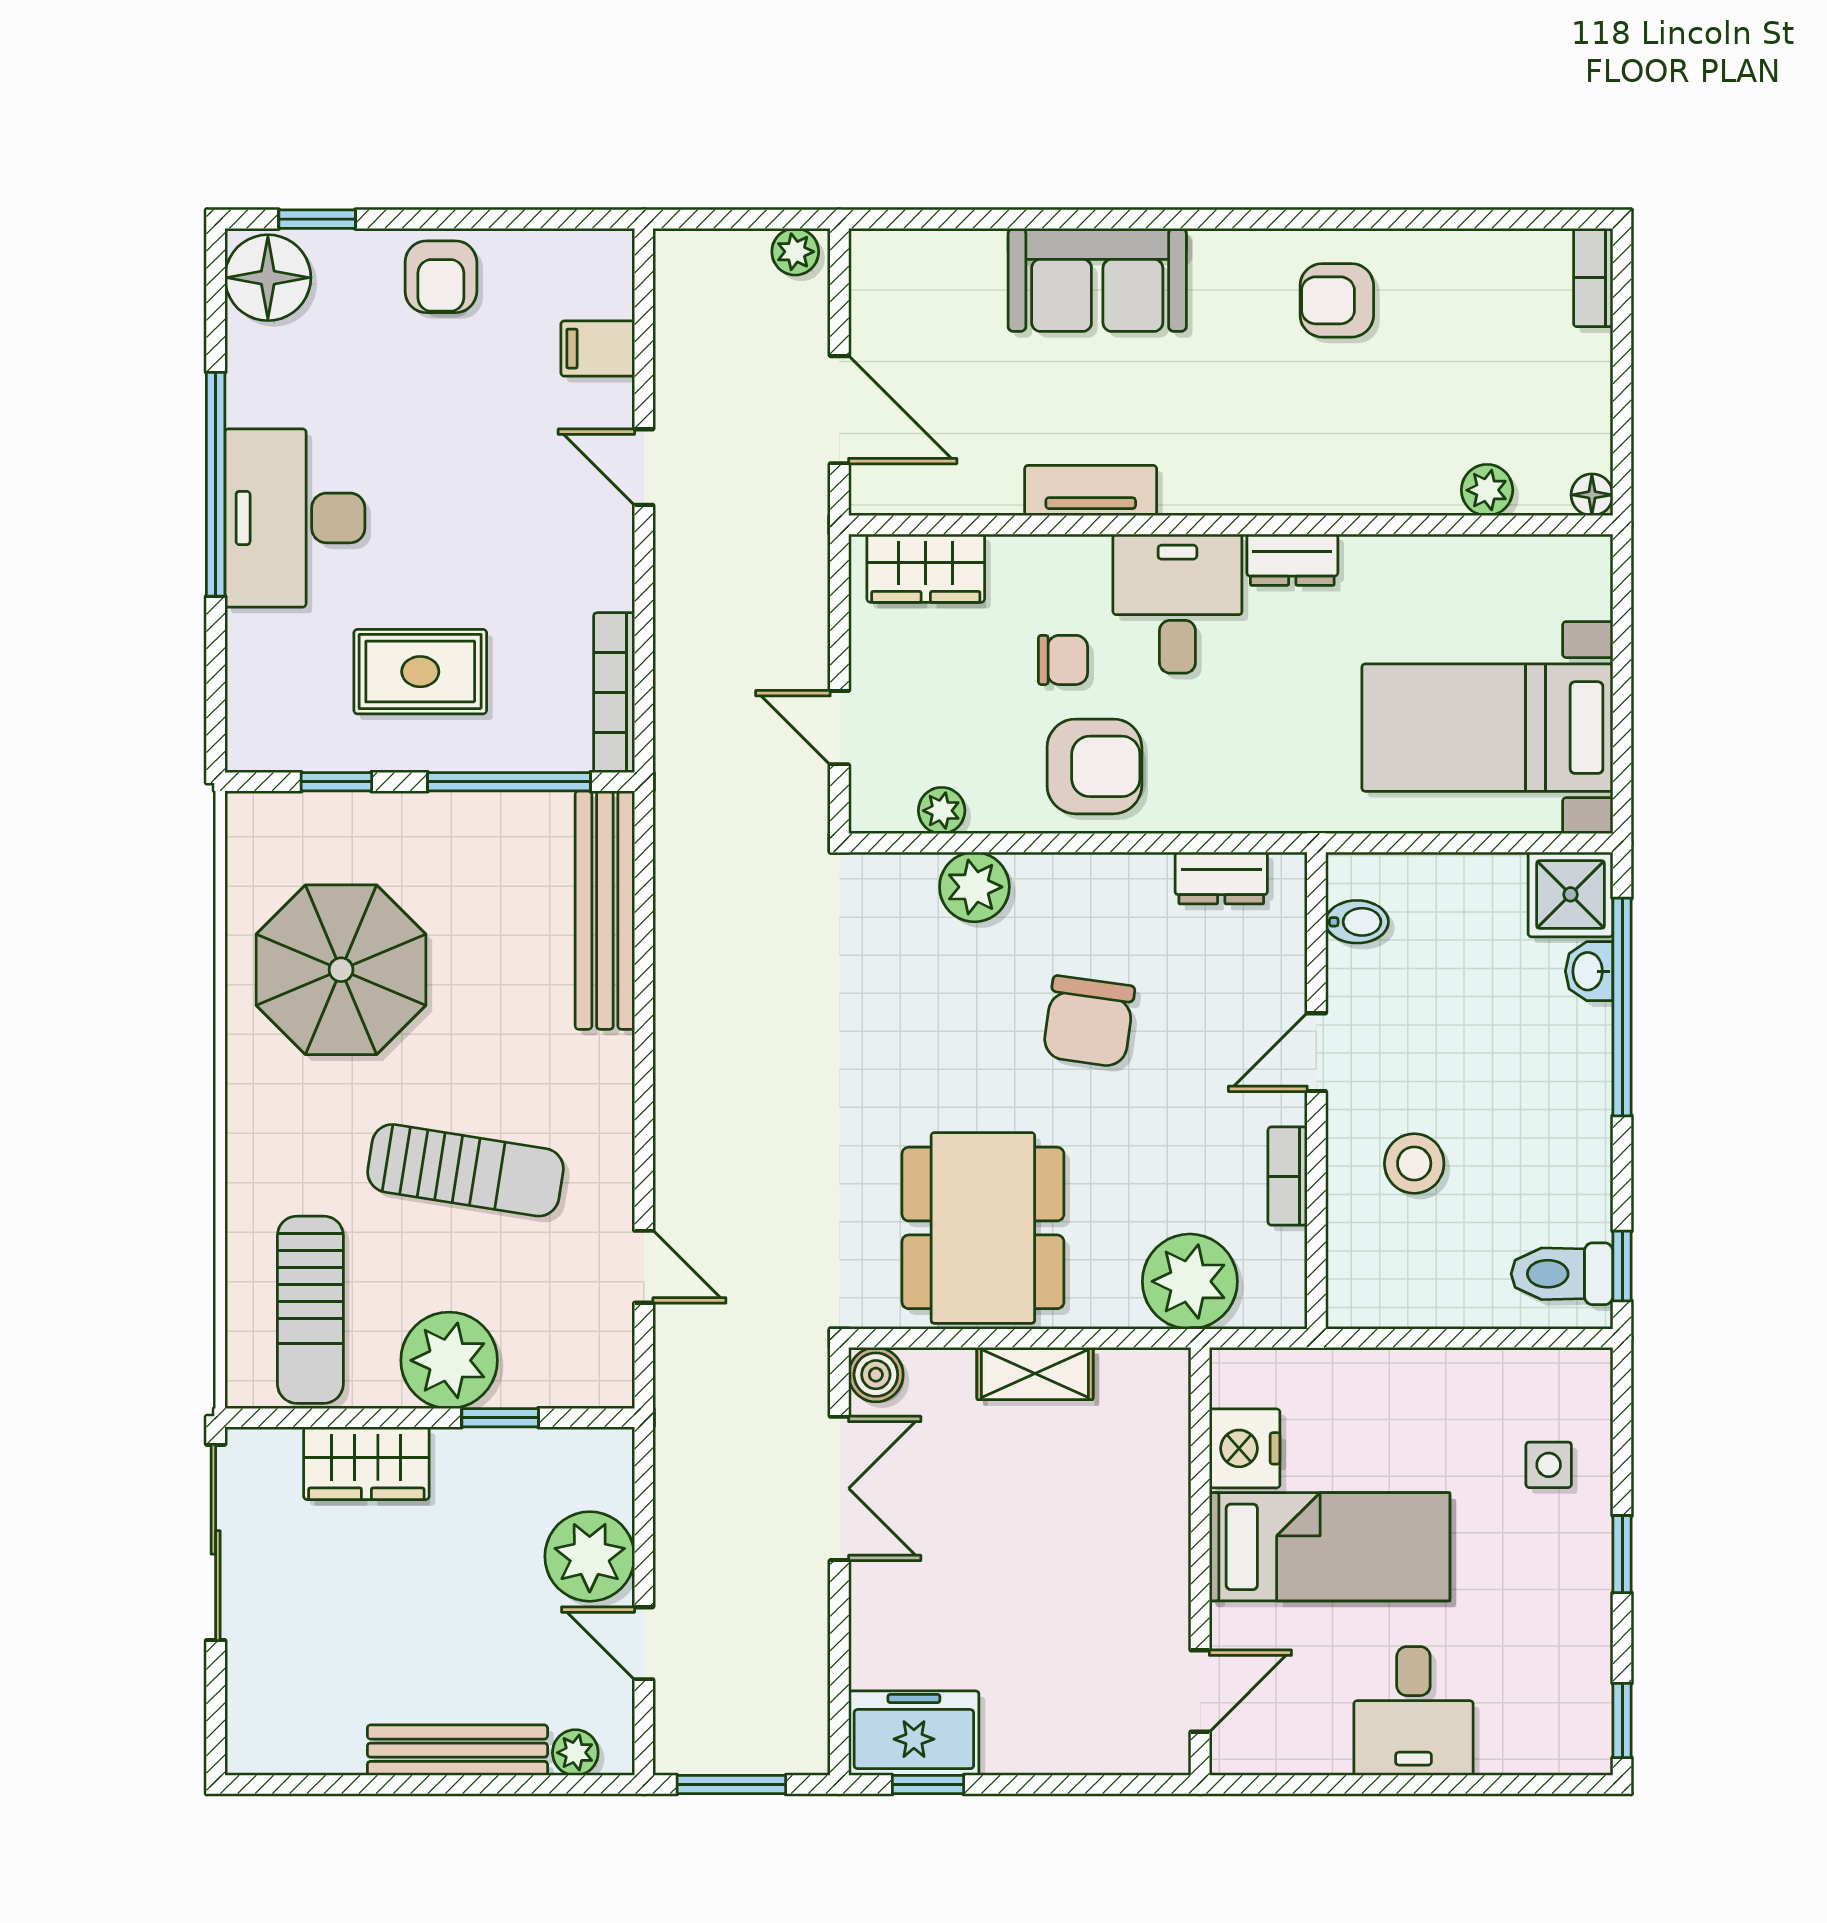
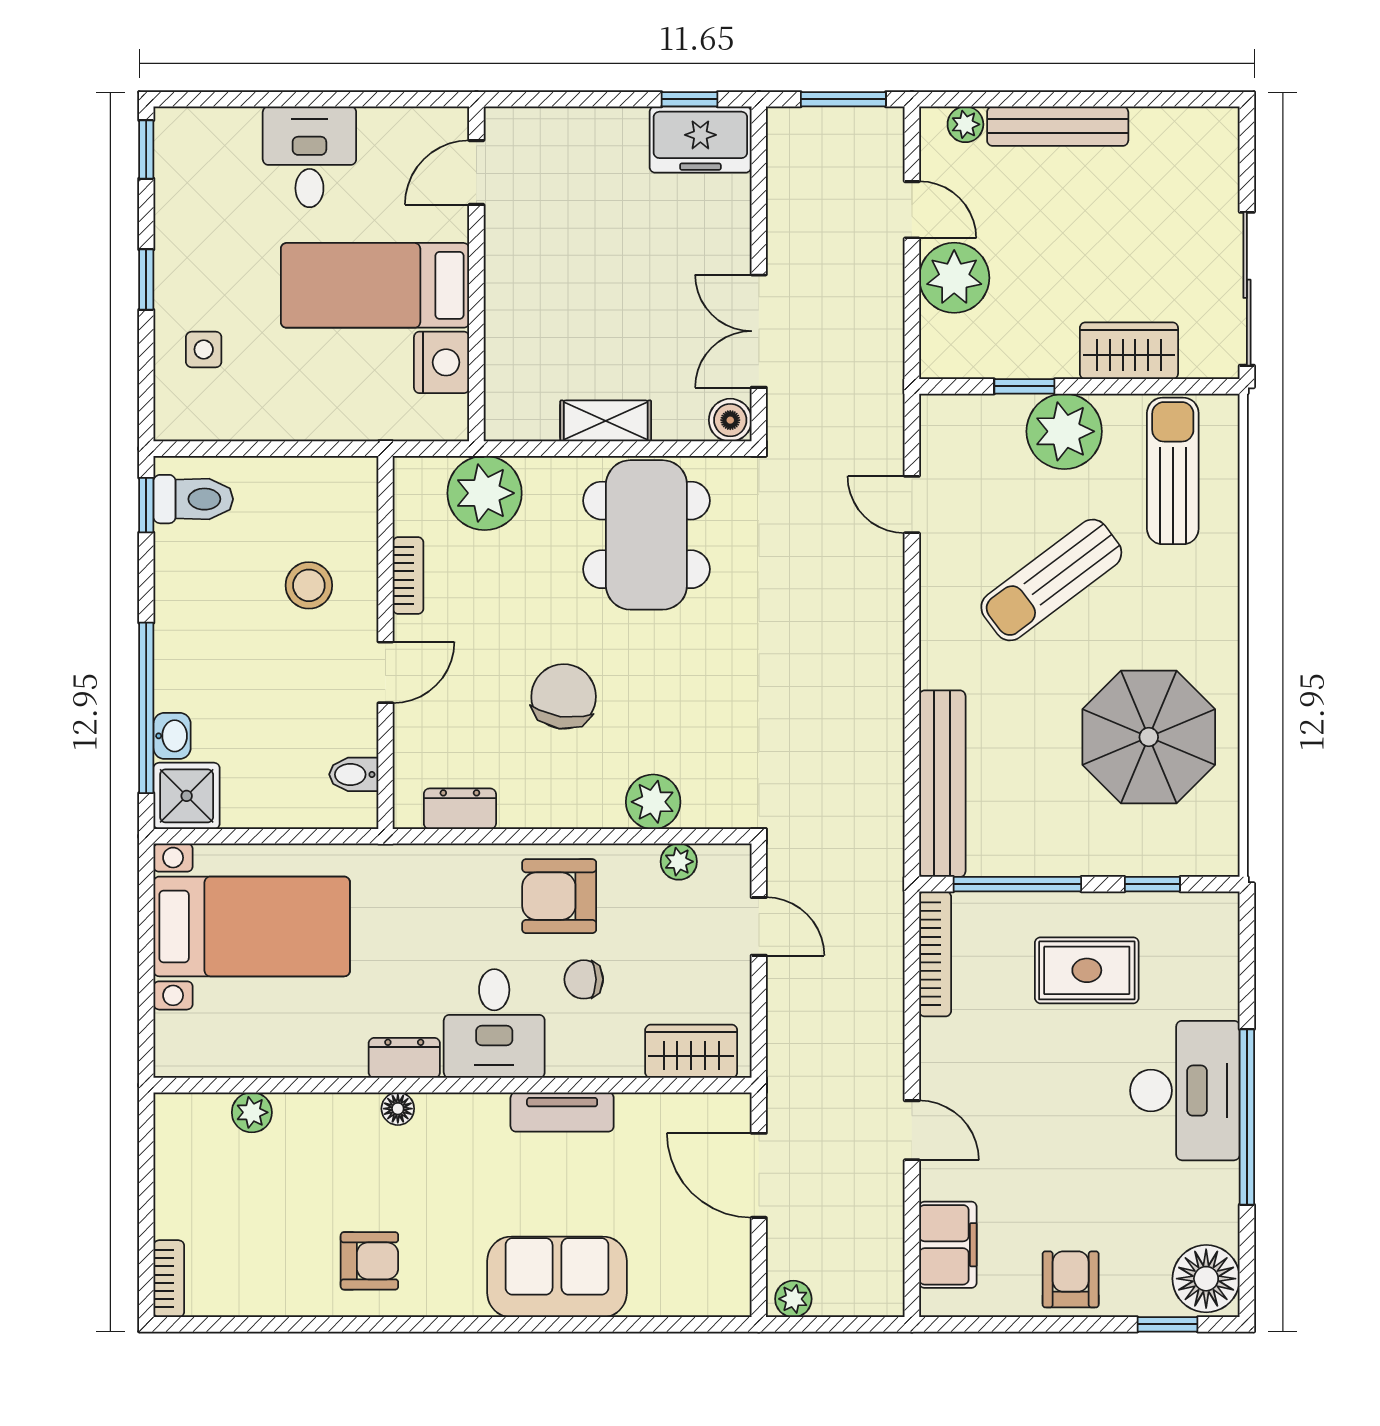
filing cabinet: (598, 349) -> (948, 1245), width x2.00
floor lamp: (1592, 495) -> (398, 1109), moved
sun lounger: (466, 1170) -> (1051, 580), turned -46

